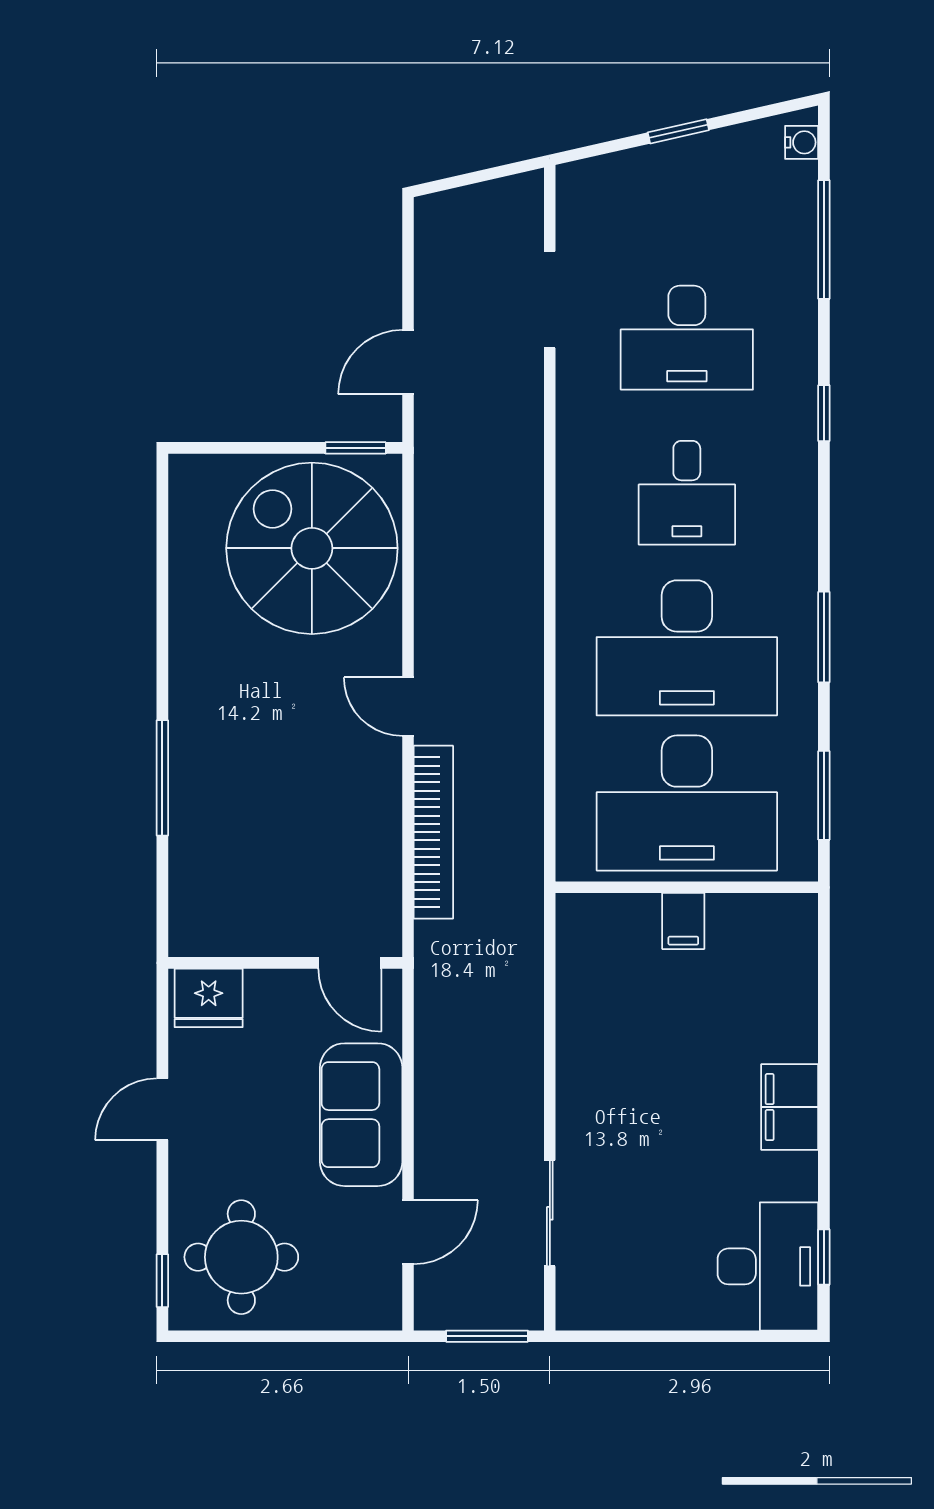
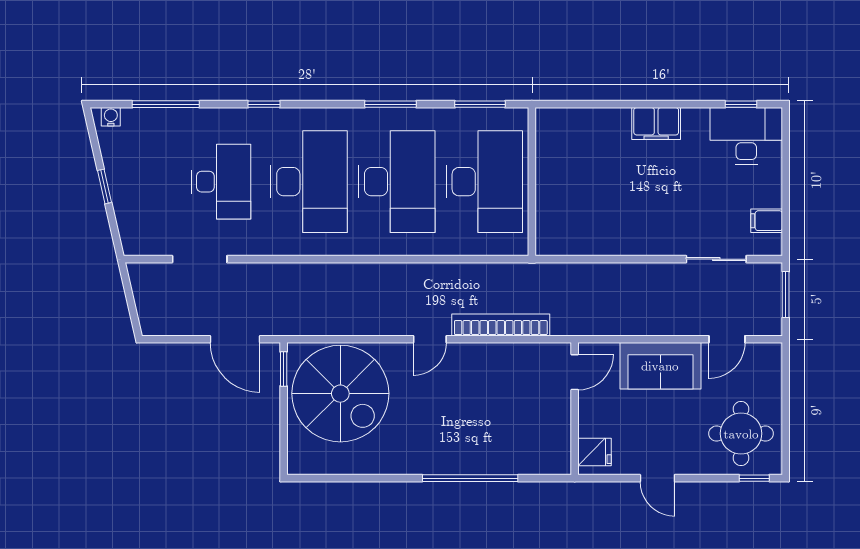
door: (408, 362) -> (235, 339), width x1.38
desk: (687, 493) -> (309, 182), width x1.87, depth x1.30
spiral stairs: (312, 548) -> (340, 394), turned -90
window: (162, 778) -> (470, 478), width x1.46
filing cabinet: (683, 921) -> (767, 221), moved, turned 180
fridge: (209, 998) -> (594, 452), width x0.72
door: (408, 1232) -> (727, 339), swing flipped

